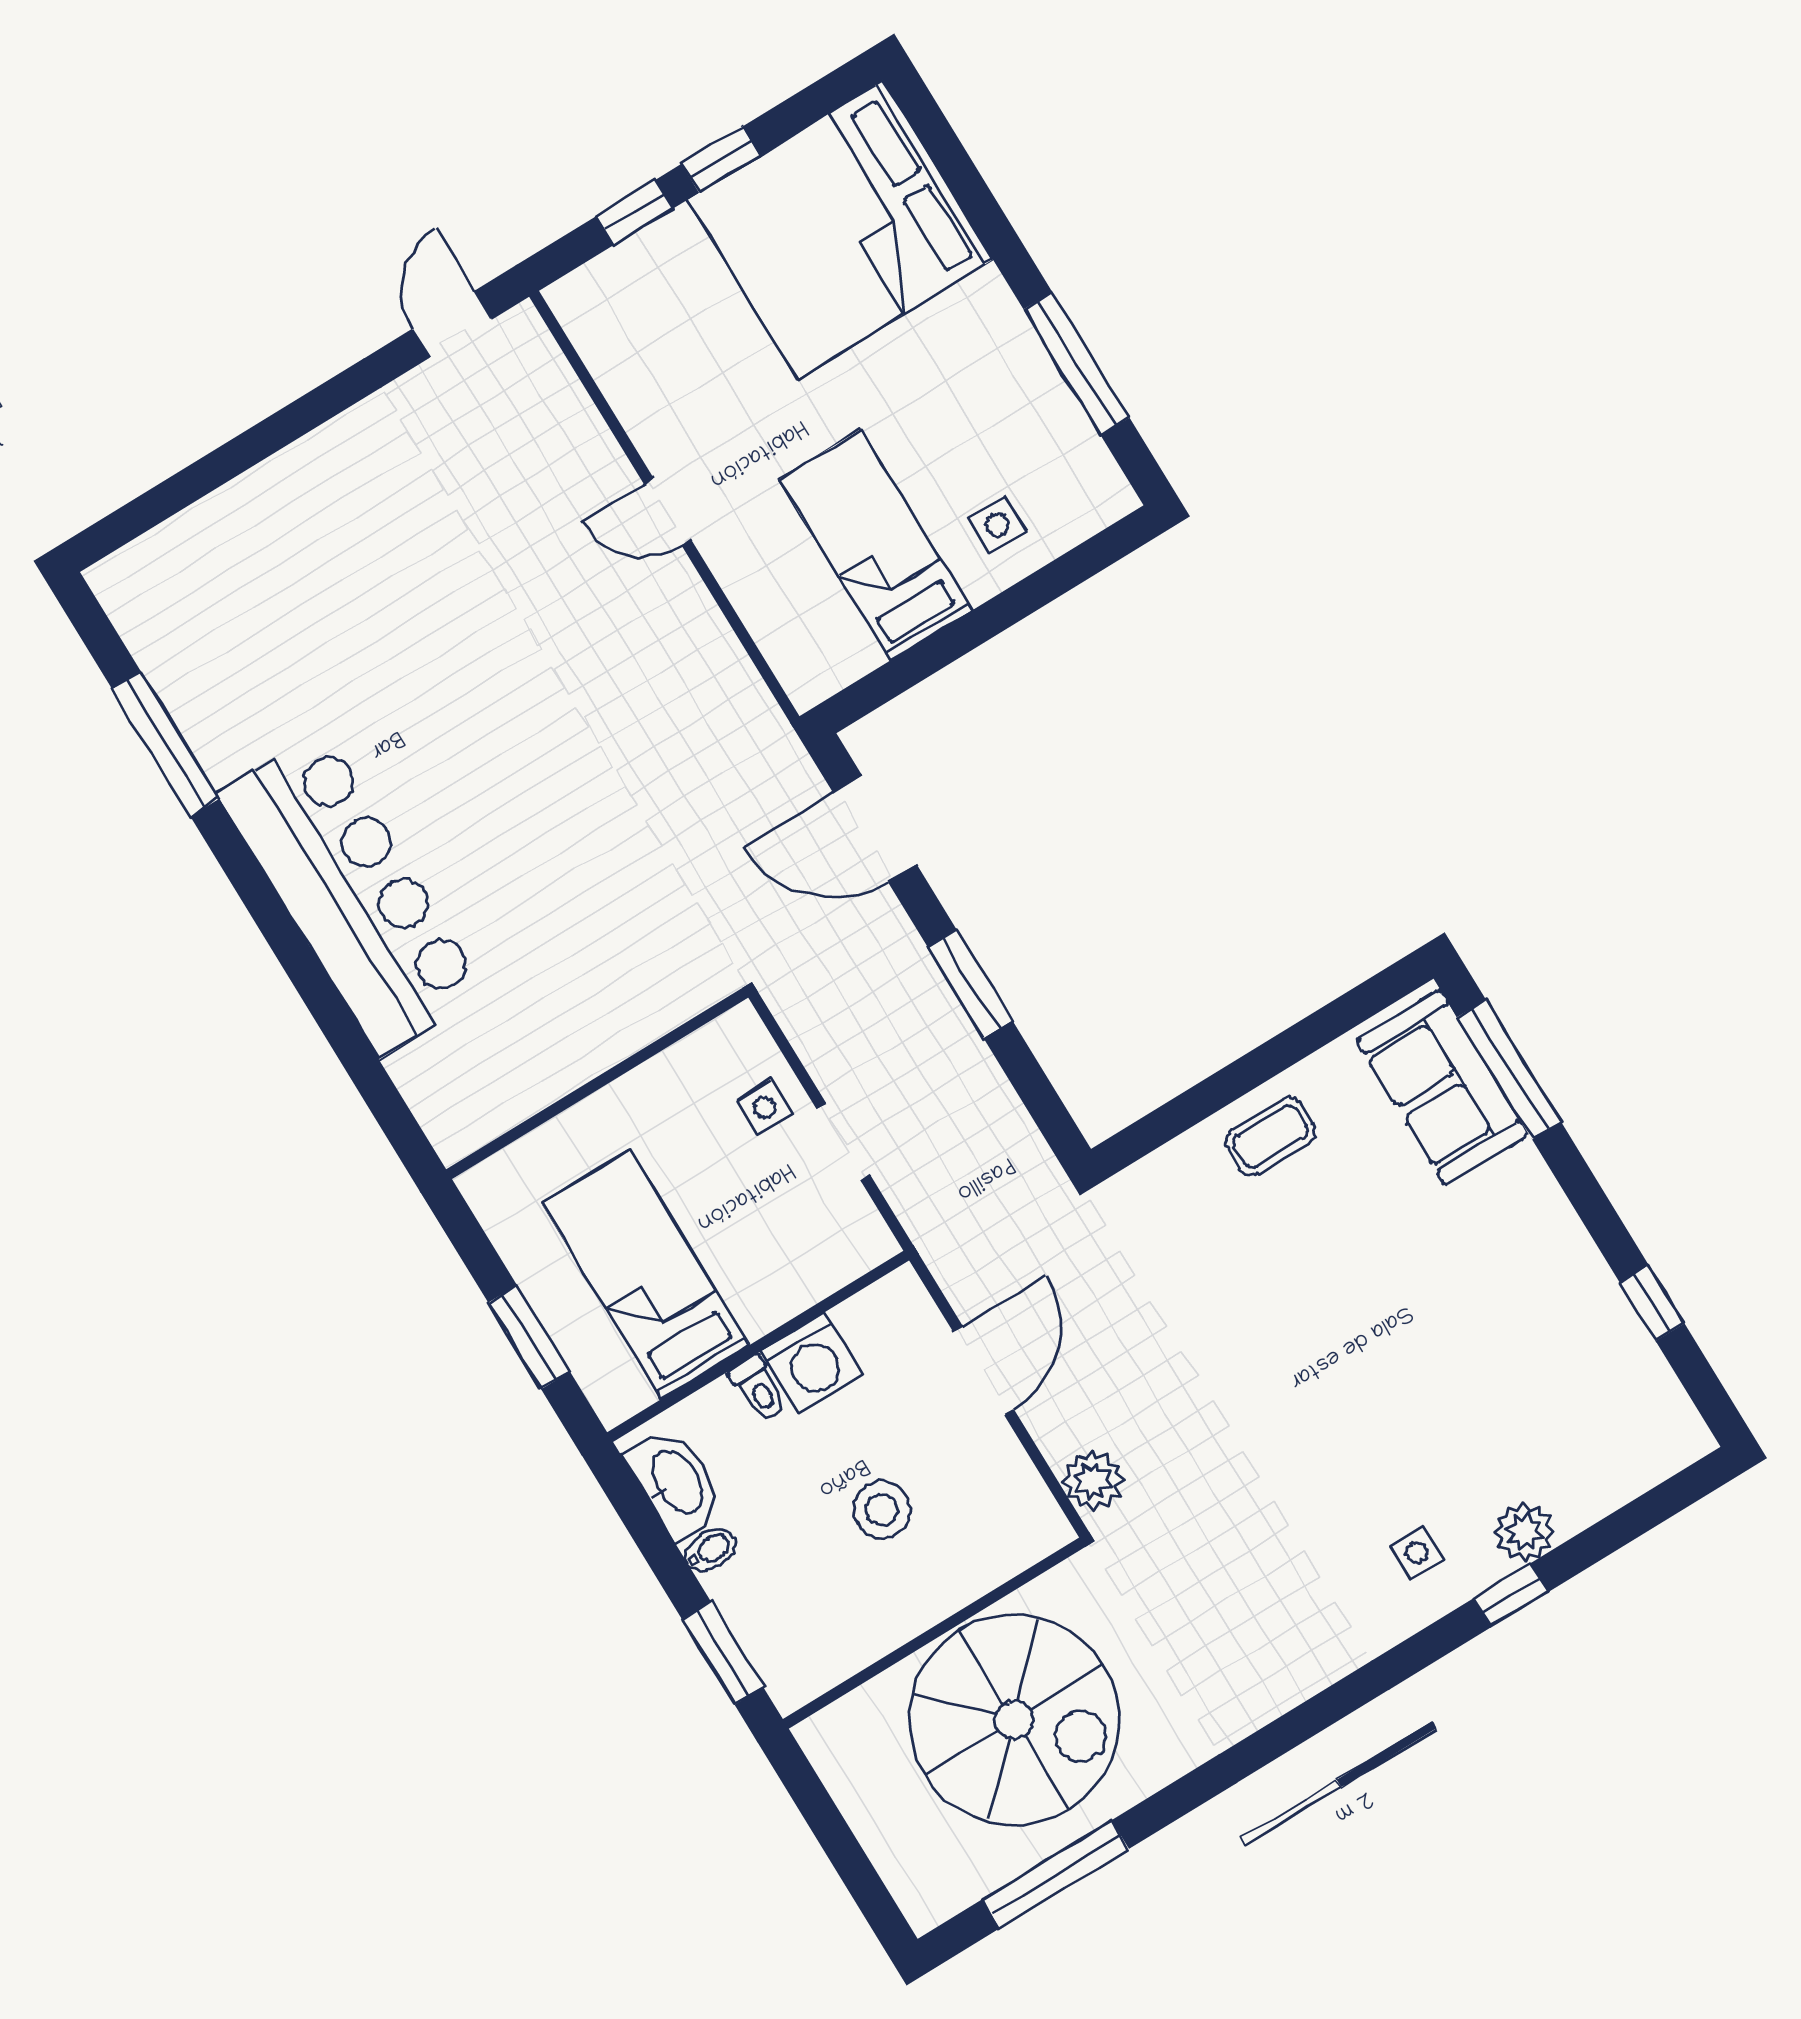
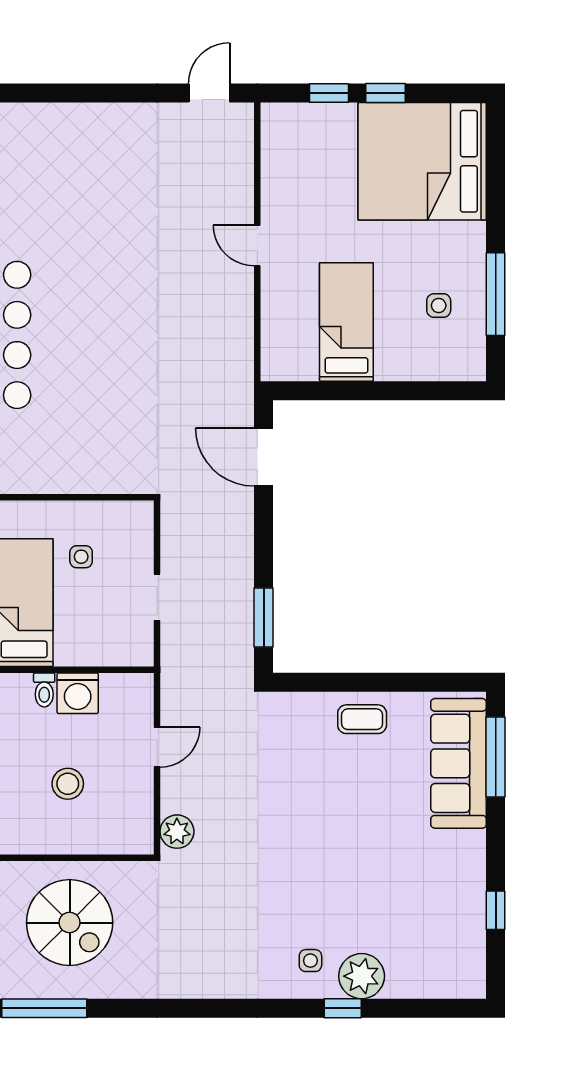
side table: (998, 525) -> (439, 306), moved
window: (970, 984) -> (264, 618), moved
sofa: (1442, 1087) -> (459, 763), width x1.36
side table: (764, 1107) -> (81, 557), moved
door: (983, 1371) -> (157, 747), width x0.73
plant: (1524, 1532) -> (362, 976), width x1.36, depth x1.36
spiral stairs: (1014, 1720) -> (70, 923), width x0.73, depth x0.73

